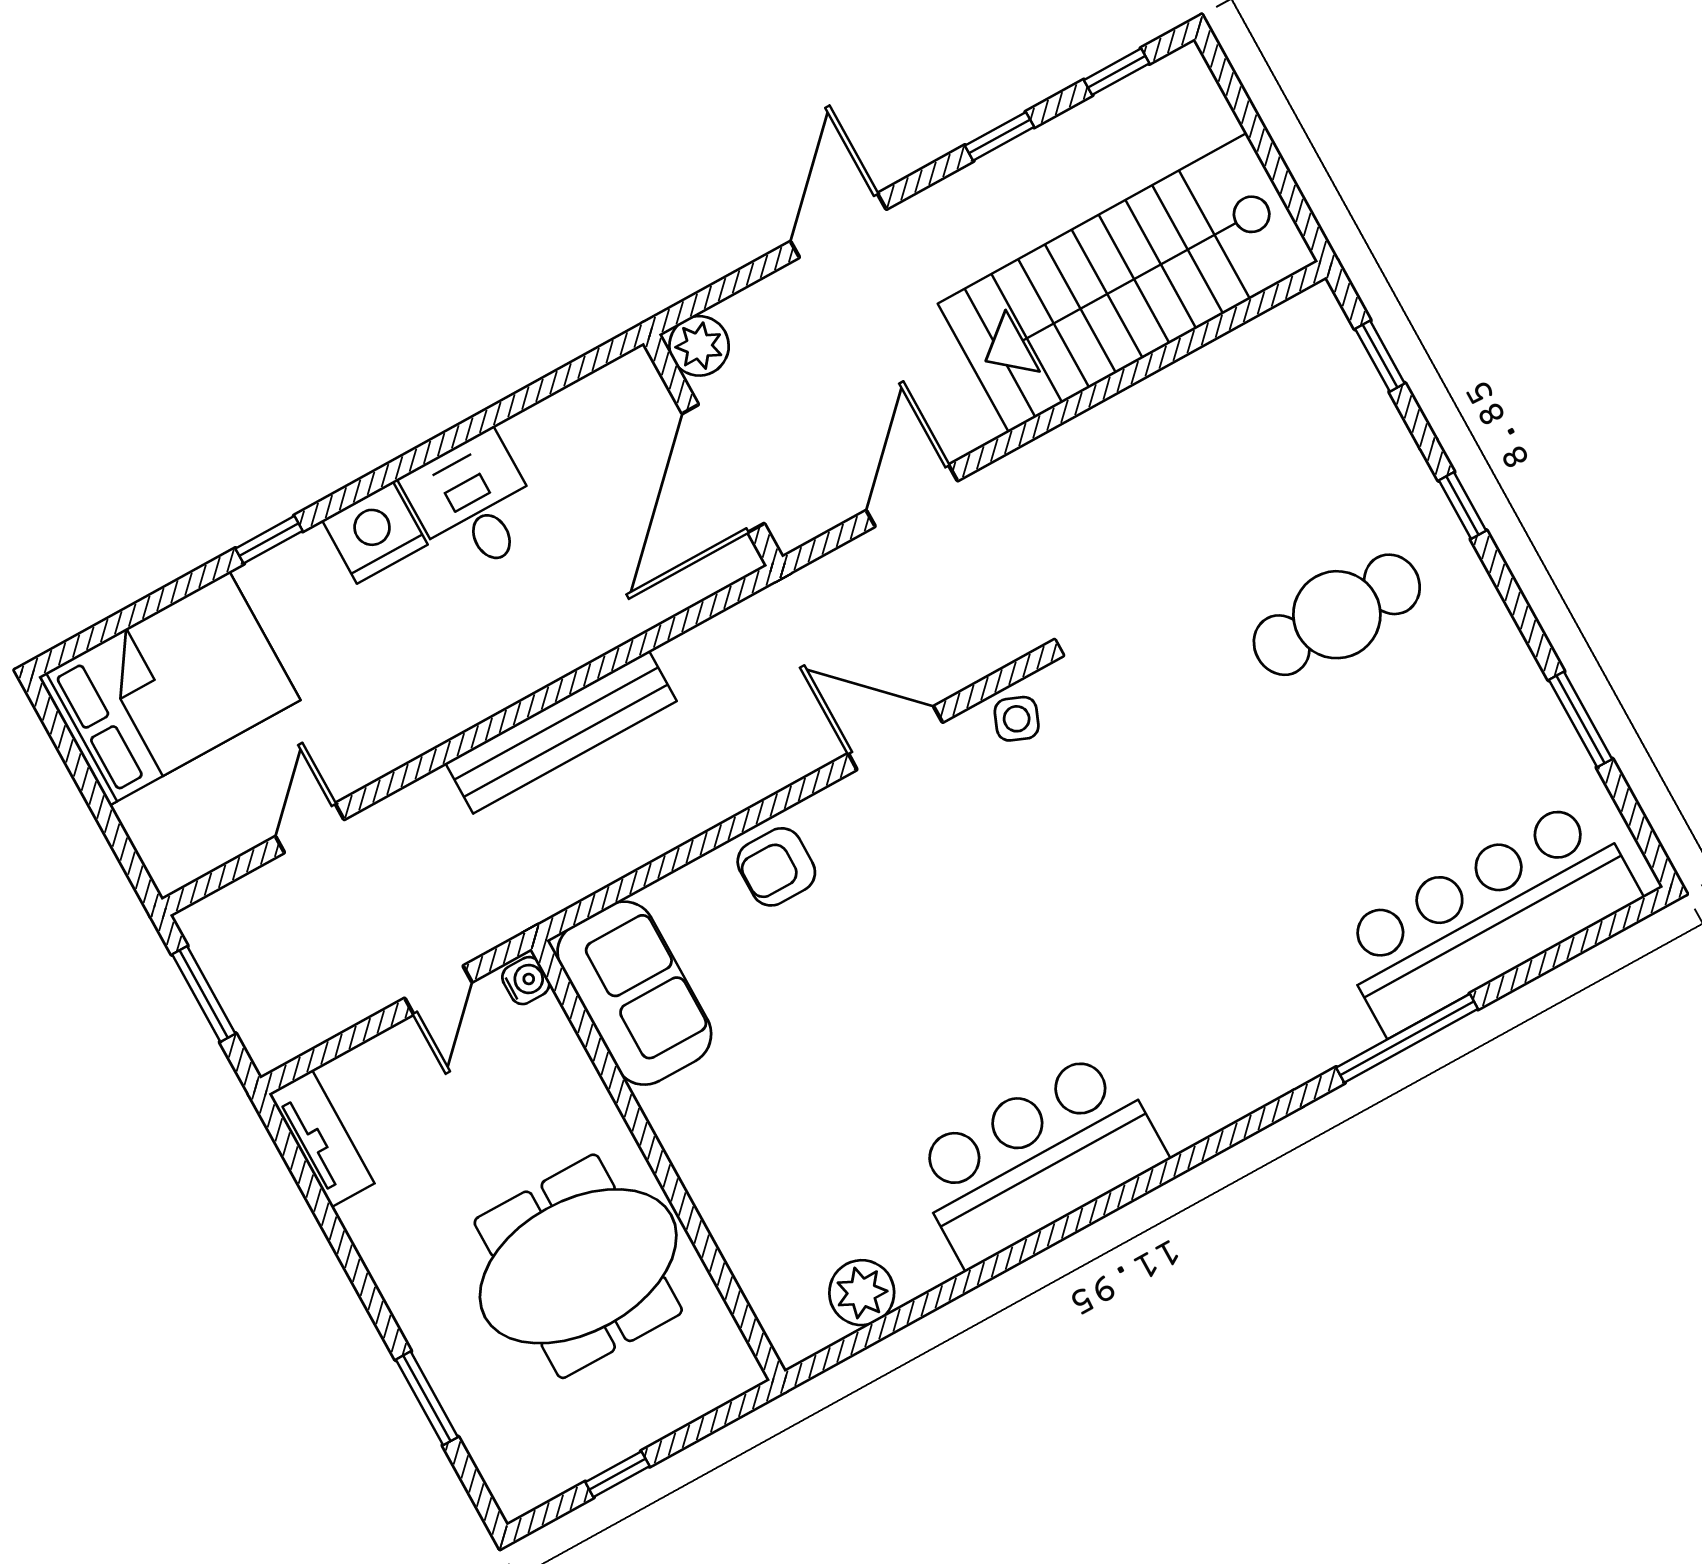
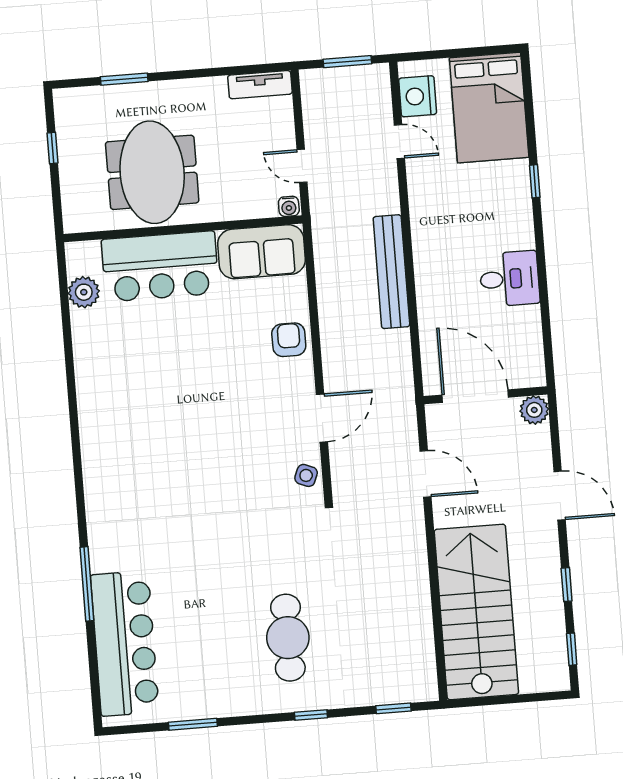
nightstand: (375, 532) -> (418, 96), moved, turned 180
bar counter: (1037, 1159) -> (160, 266), moved, turned 90

